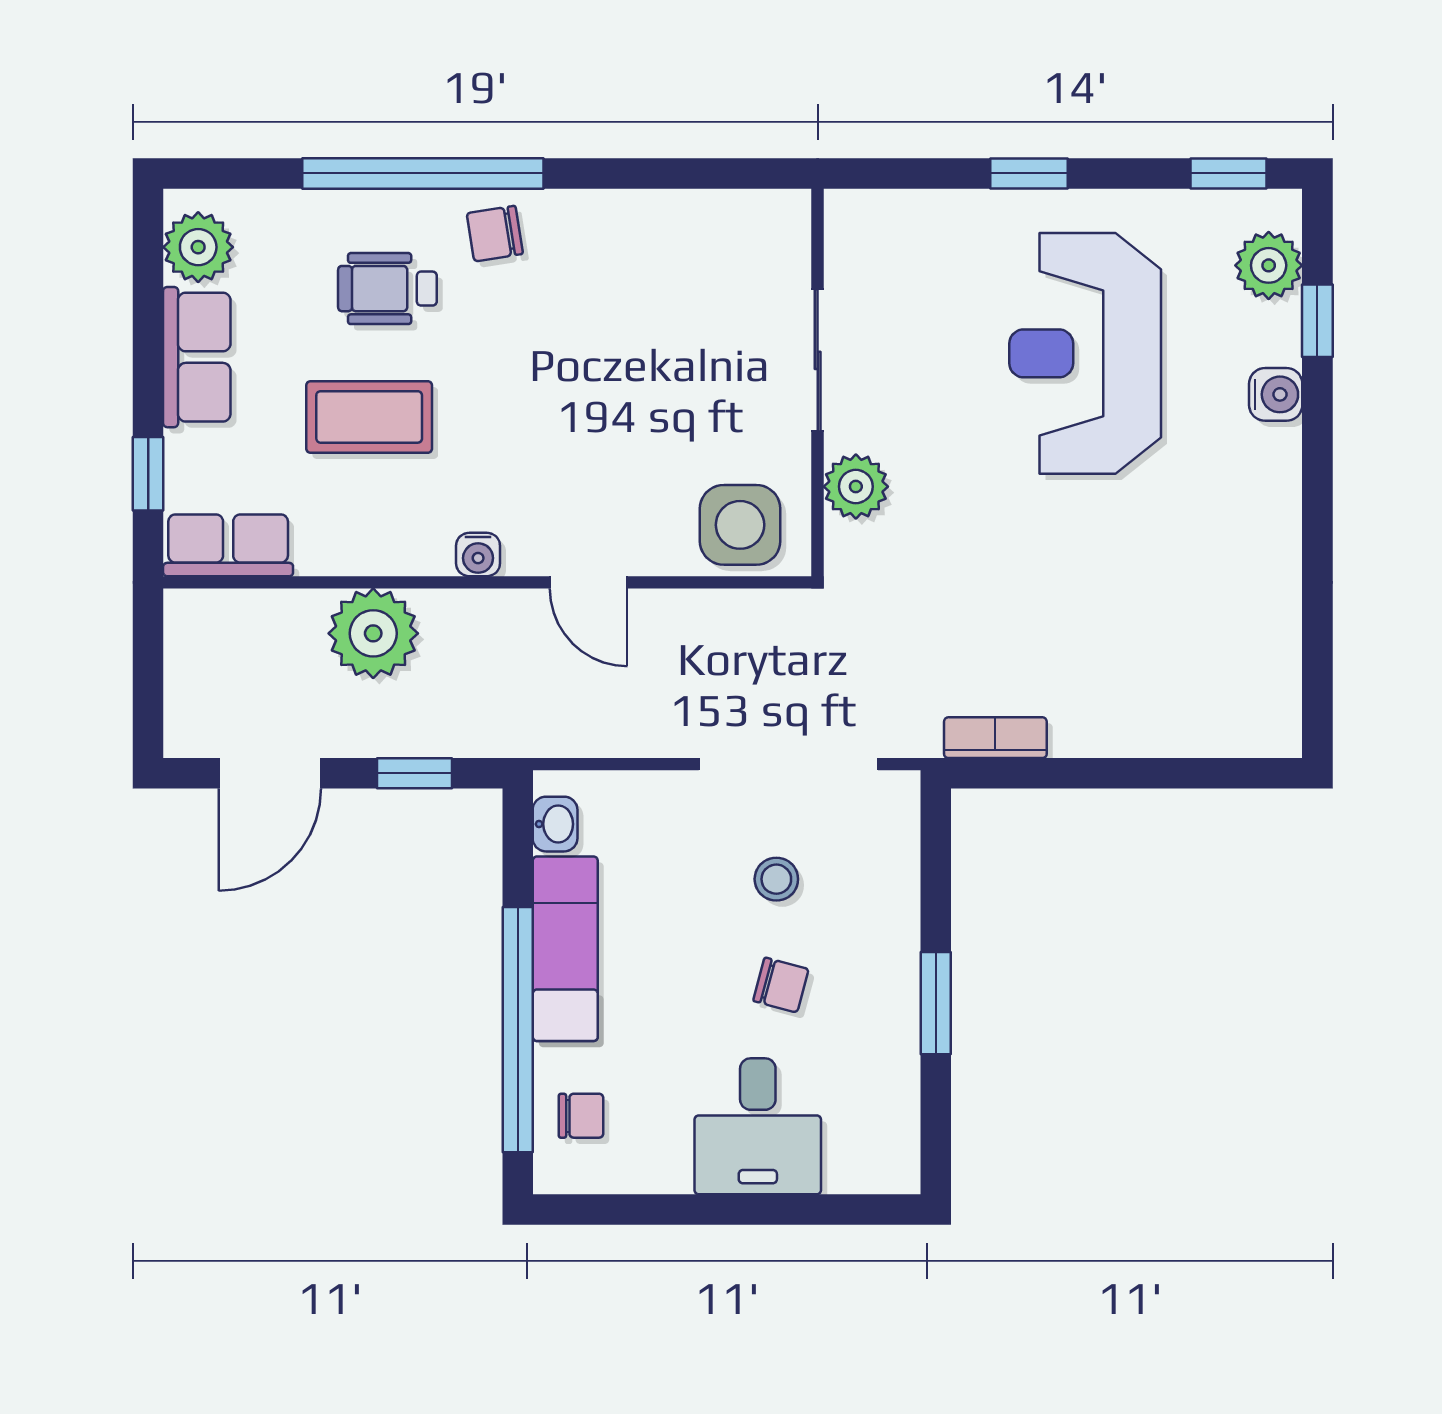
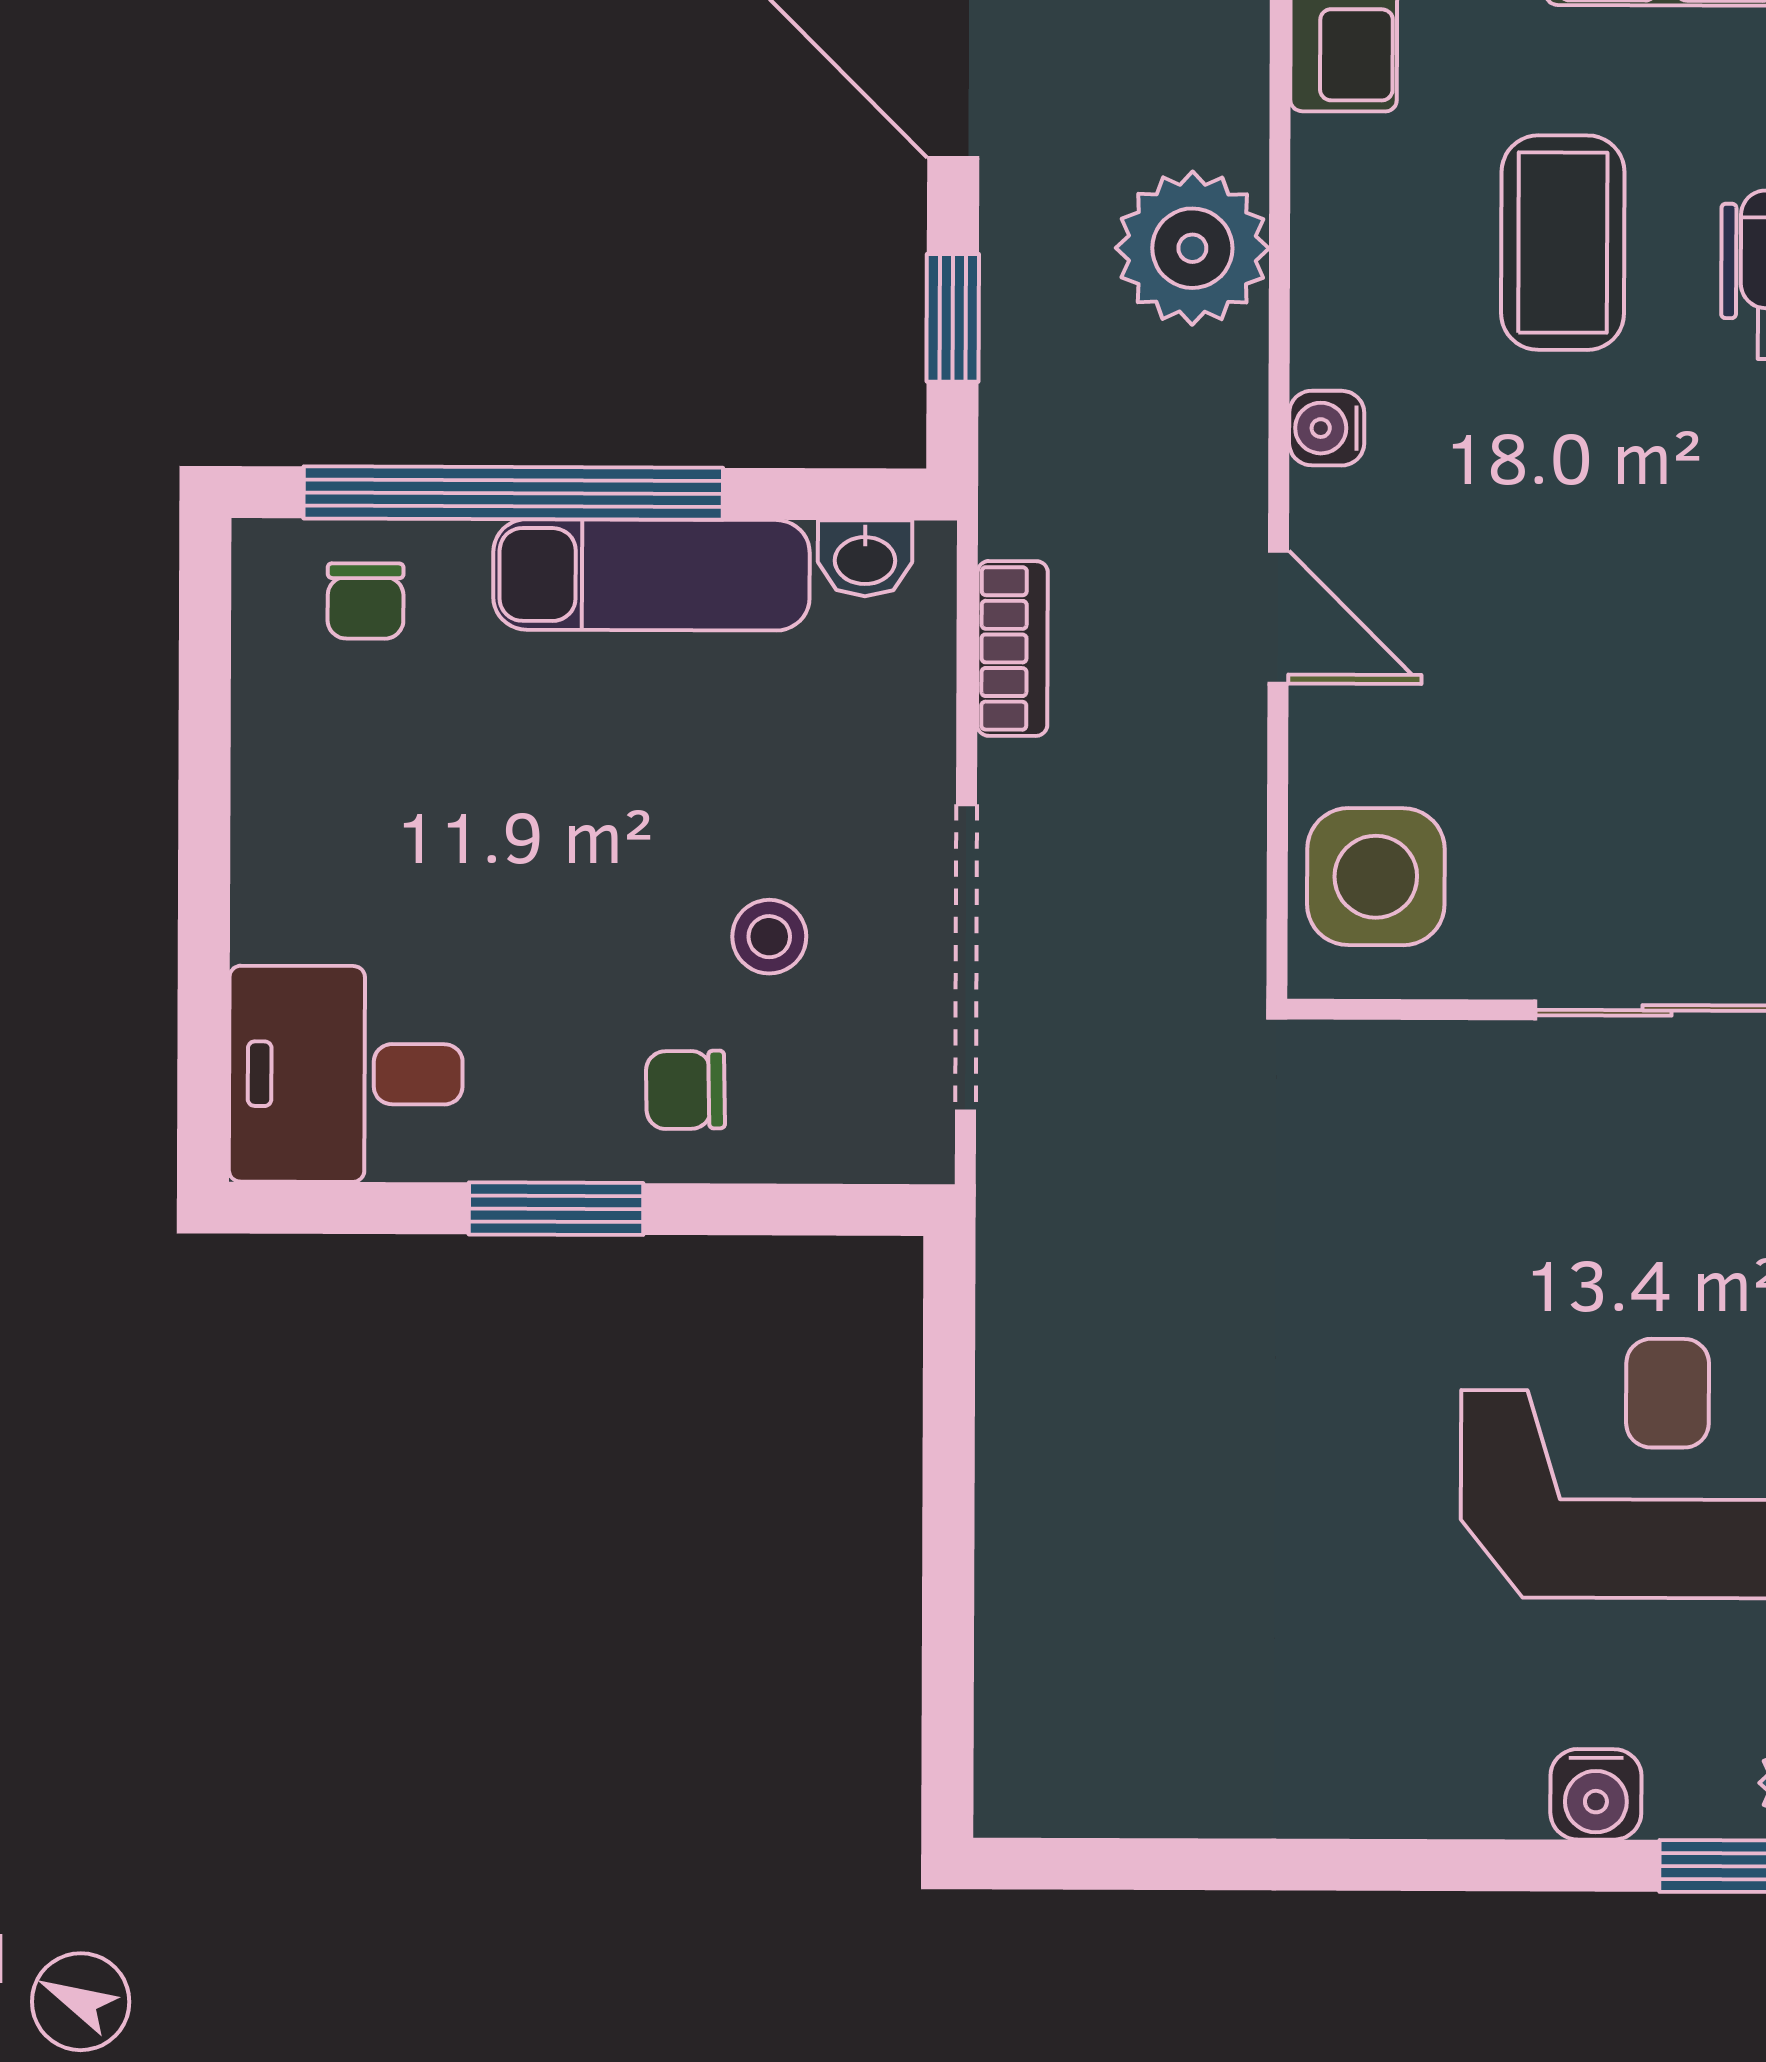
plant: (856, 487) -> (1441, 1075), removed
door: (589, 582) -> (1278, 617), swing flipped
bookcase: (995, 738) -> (1012, 648), moved
chair: (781, 985) -> (685, 1090), moved, turned 74
desk: (758, 1126) -> (346, 1074), moved

